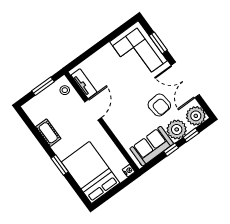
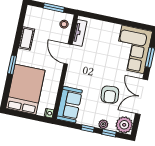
door: (93, 110) -> (68, 54), swing flipped
plant: (177, 129) -> (103, 124), width x0.53, depth x0.53
sofa: (152, 146) -> (69, 105), moved, turned 90

